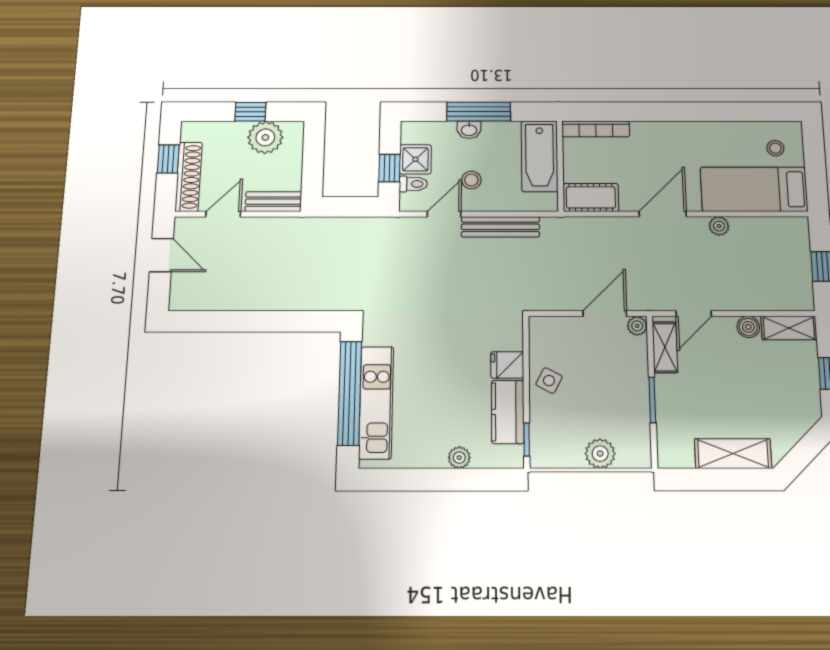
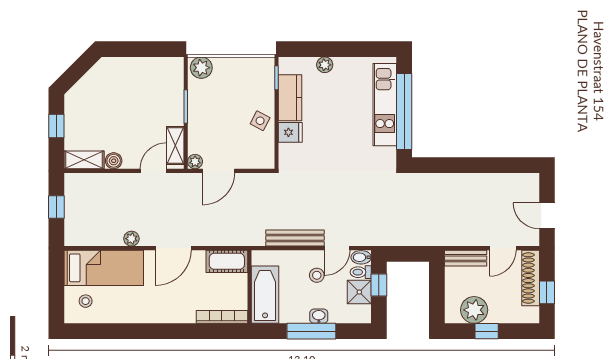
bidet: (412, 203) -> (361, 257), added
plant: (600, 454) -> (201, 68), moved
shelving: (733, 454) -> (130, 68), removed

